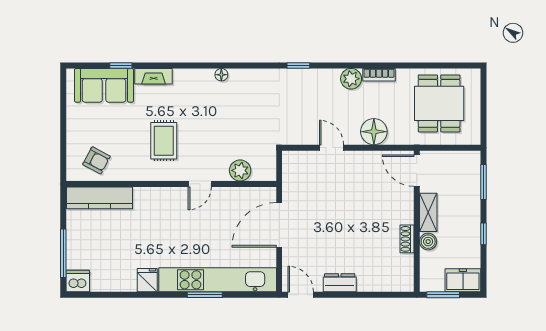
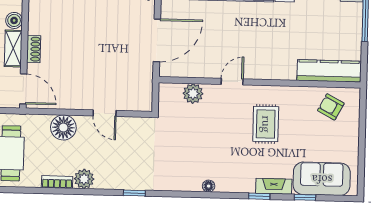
window: (168, 65) -> (259, 196), added
shoe rack: (407, 239) -> (34, 49), moved

